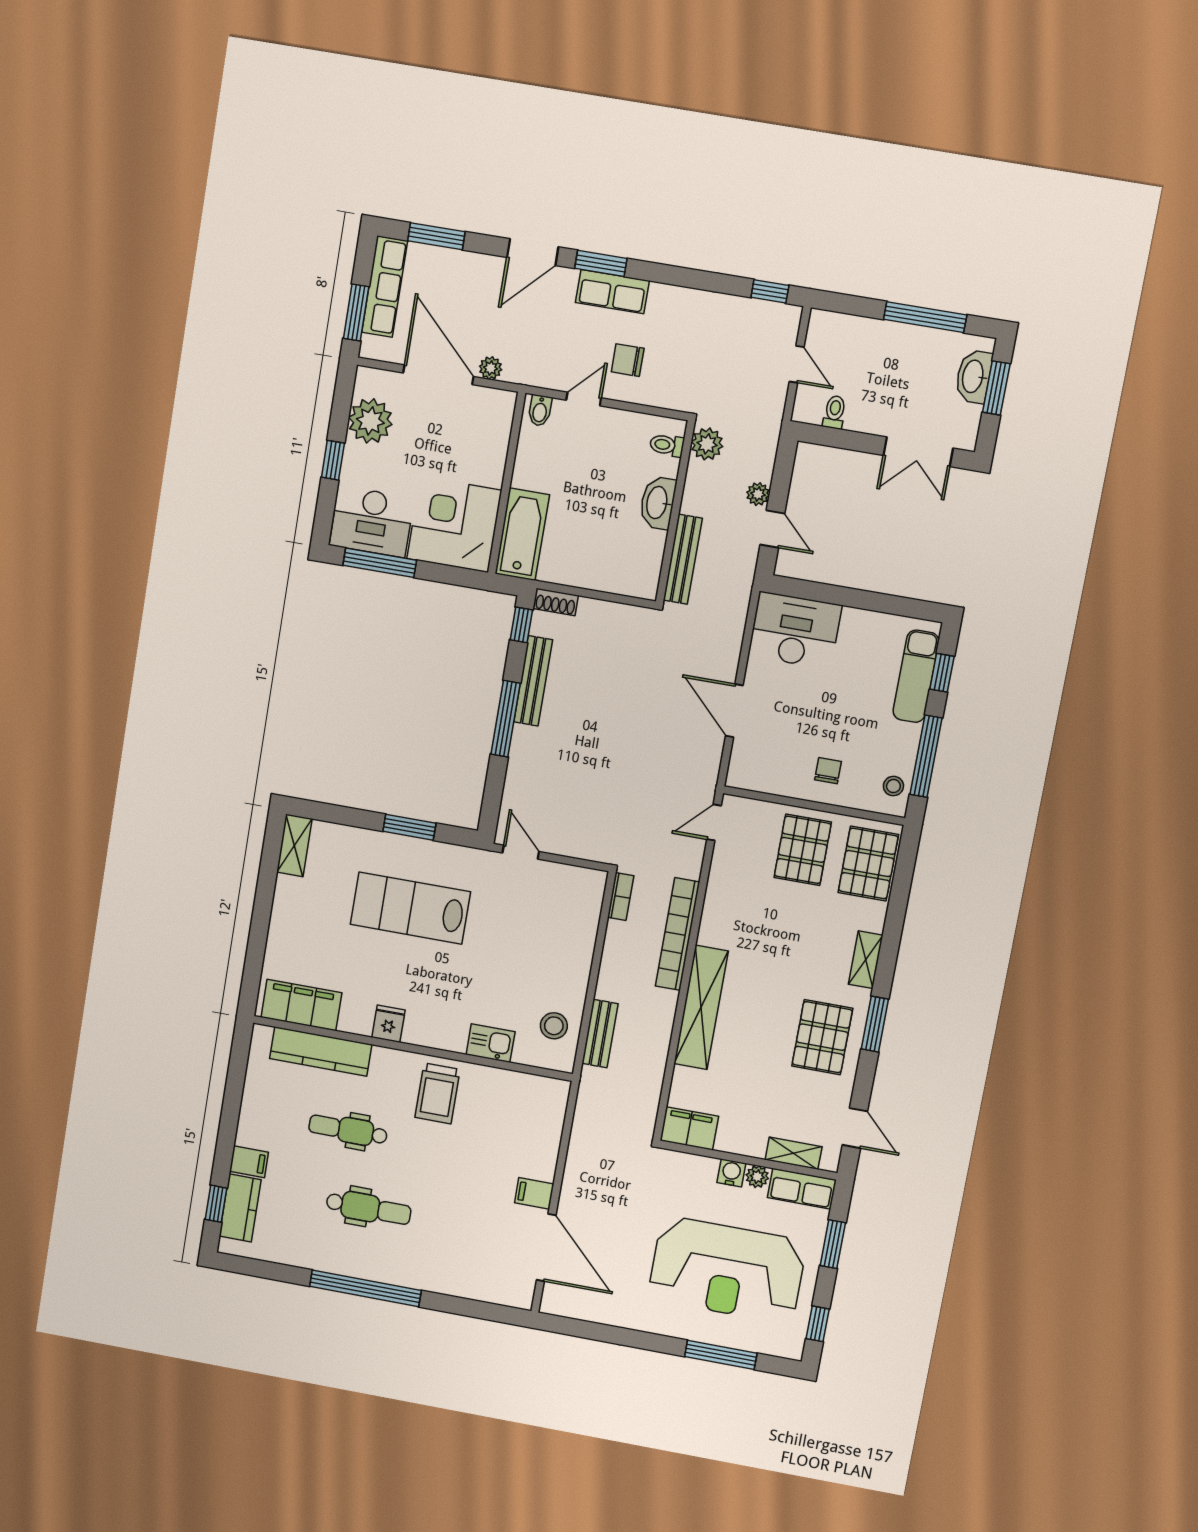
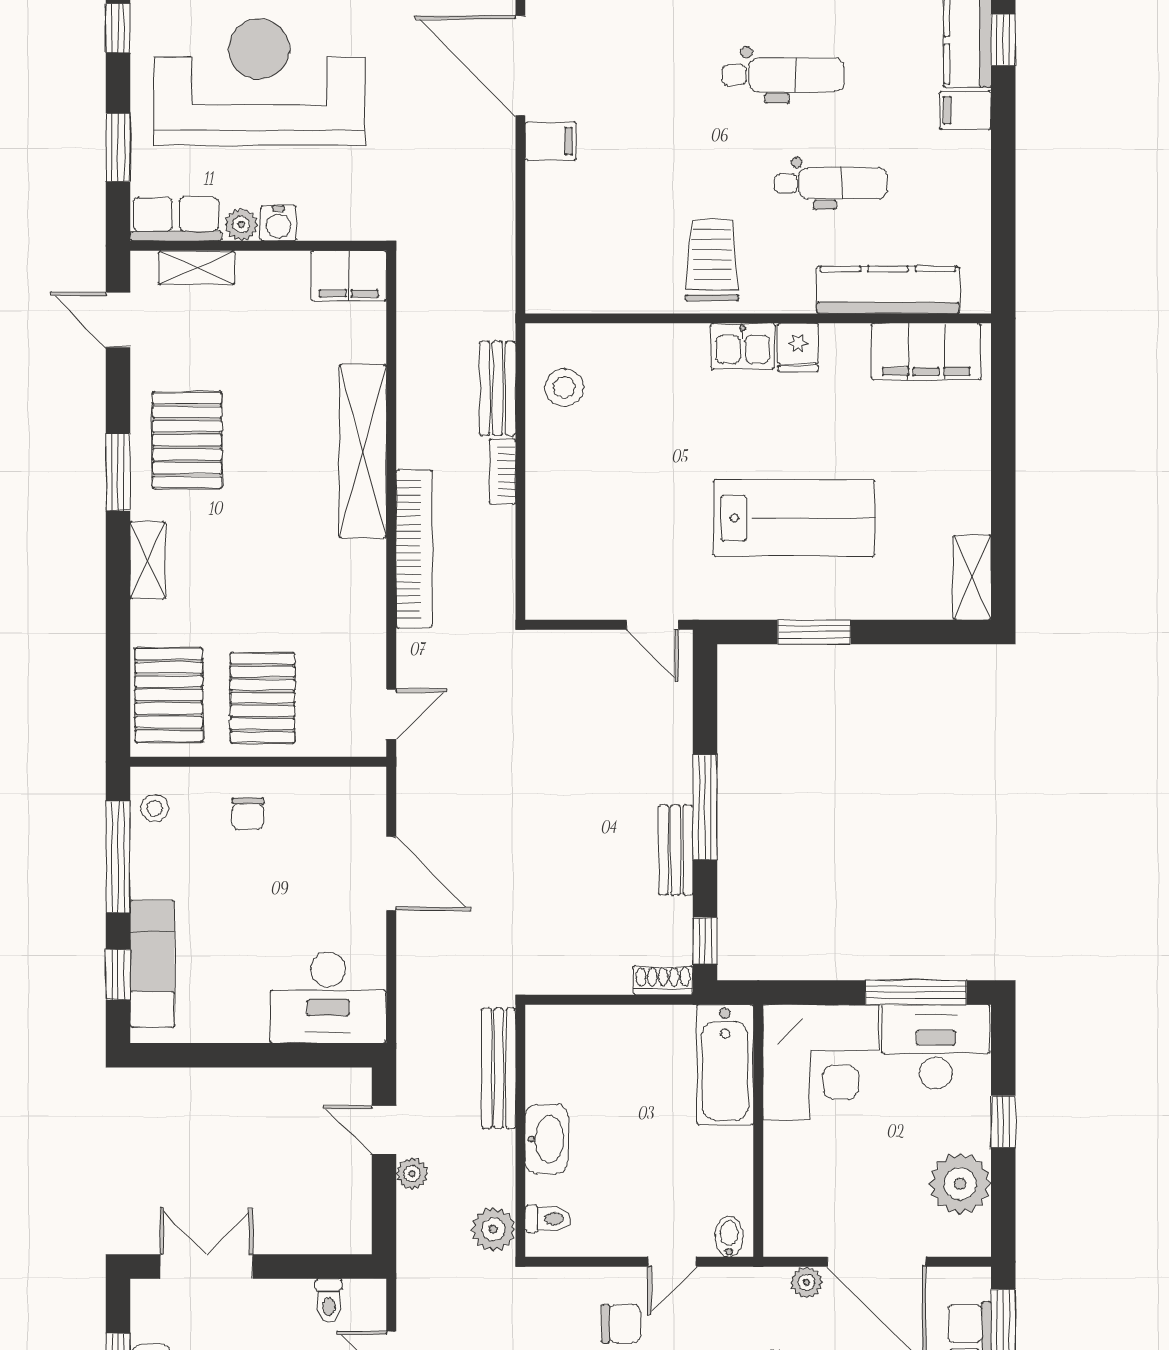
bench: (533, 681) -> (676, 850), width x0.73
bookcase: (621, 896) -> (502, 472), moved
kitchen sink: (491, 1043) -> (743, 346), moved
dental chair: (369, 1208) -> (783, 75), turned 180

